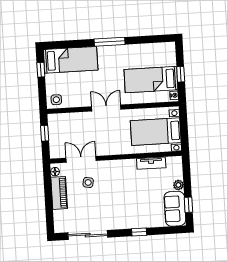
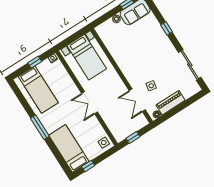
bed: (151, 80) -> (38, 90), moved
tv unit: (151, 163) -> (112, 48), removed

